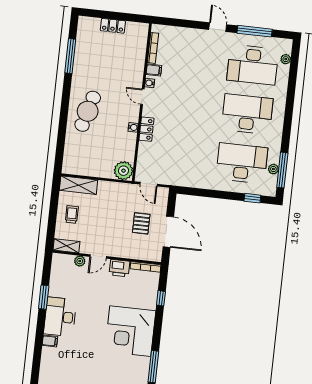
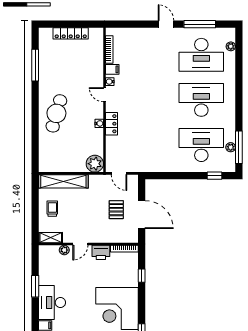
locker: (113, 26) -> (71, 33), width x1.53
shelving: (78, 185) -> (63, 181), width x1.47

